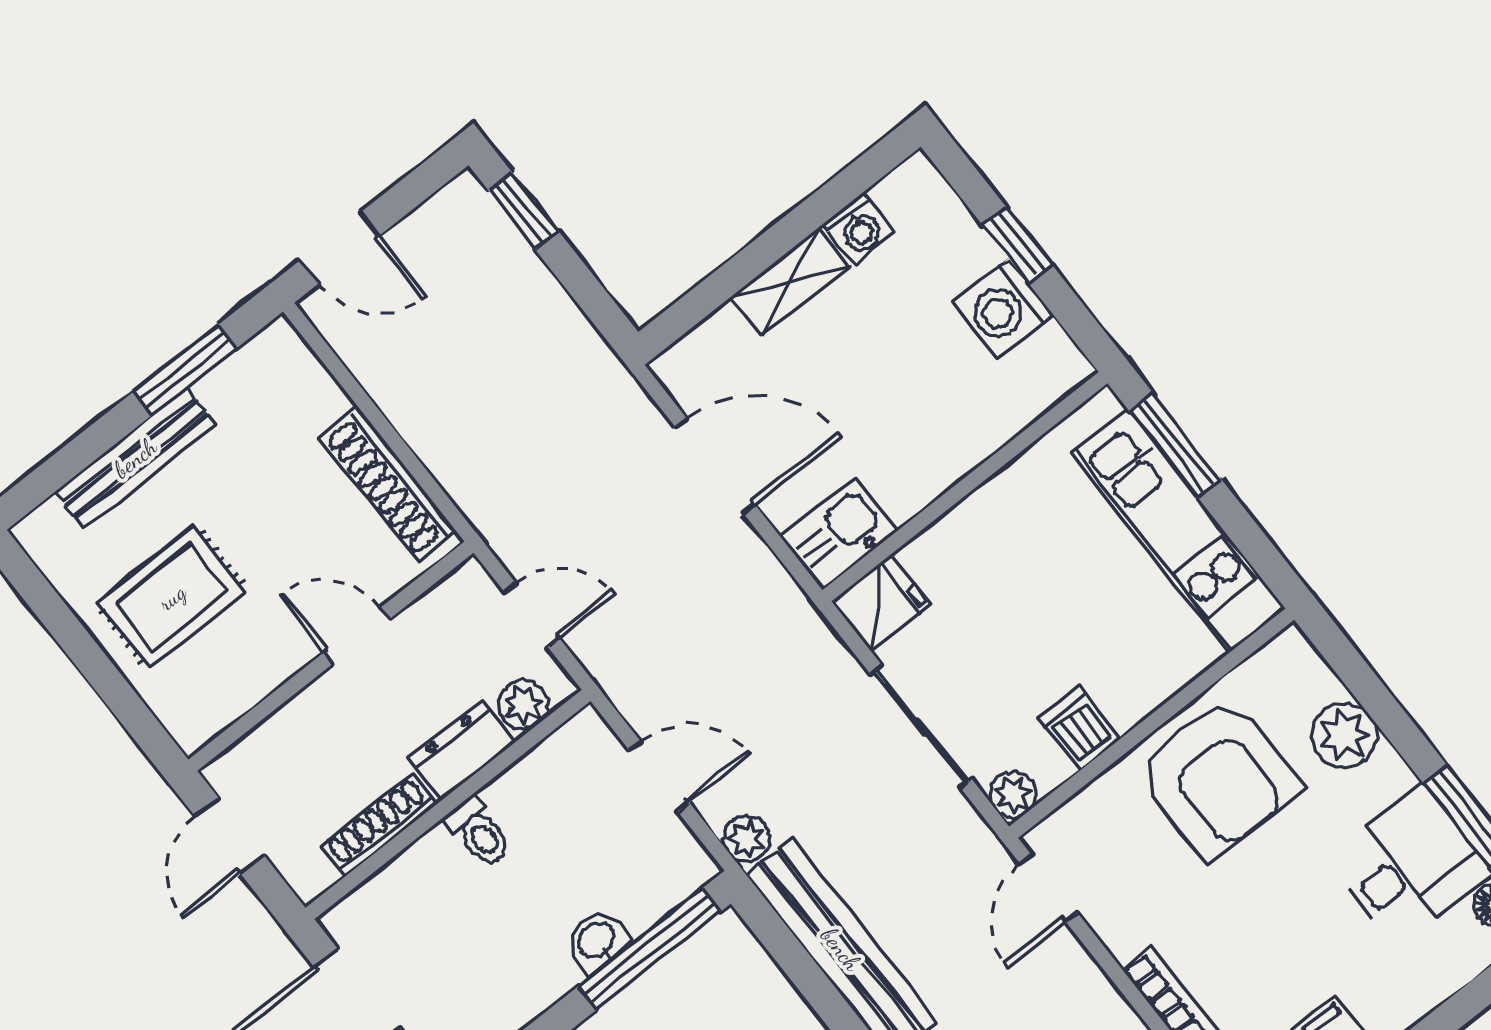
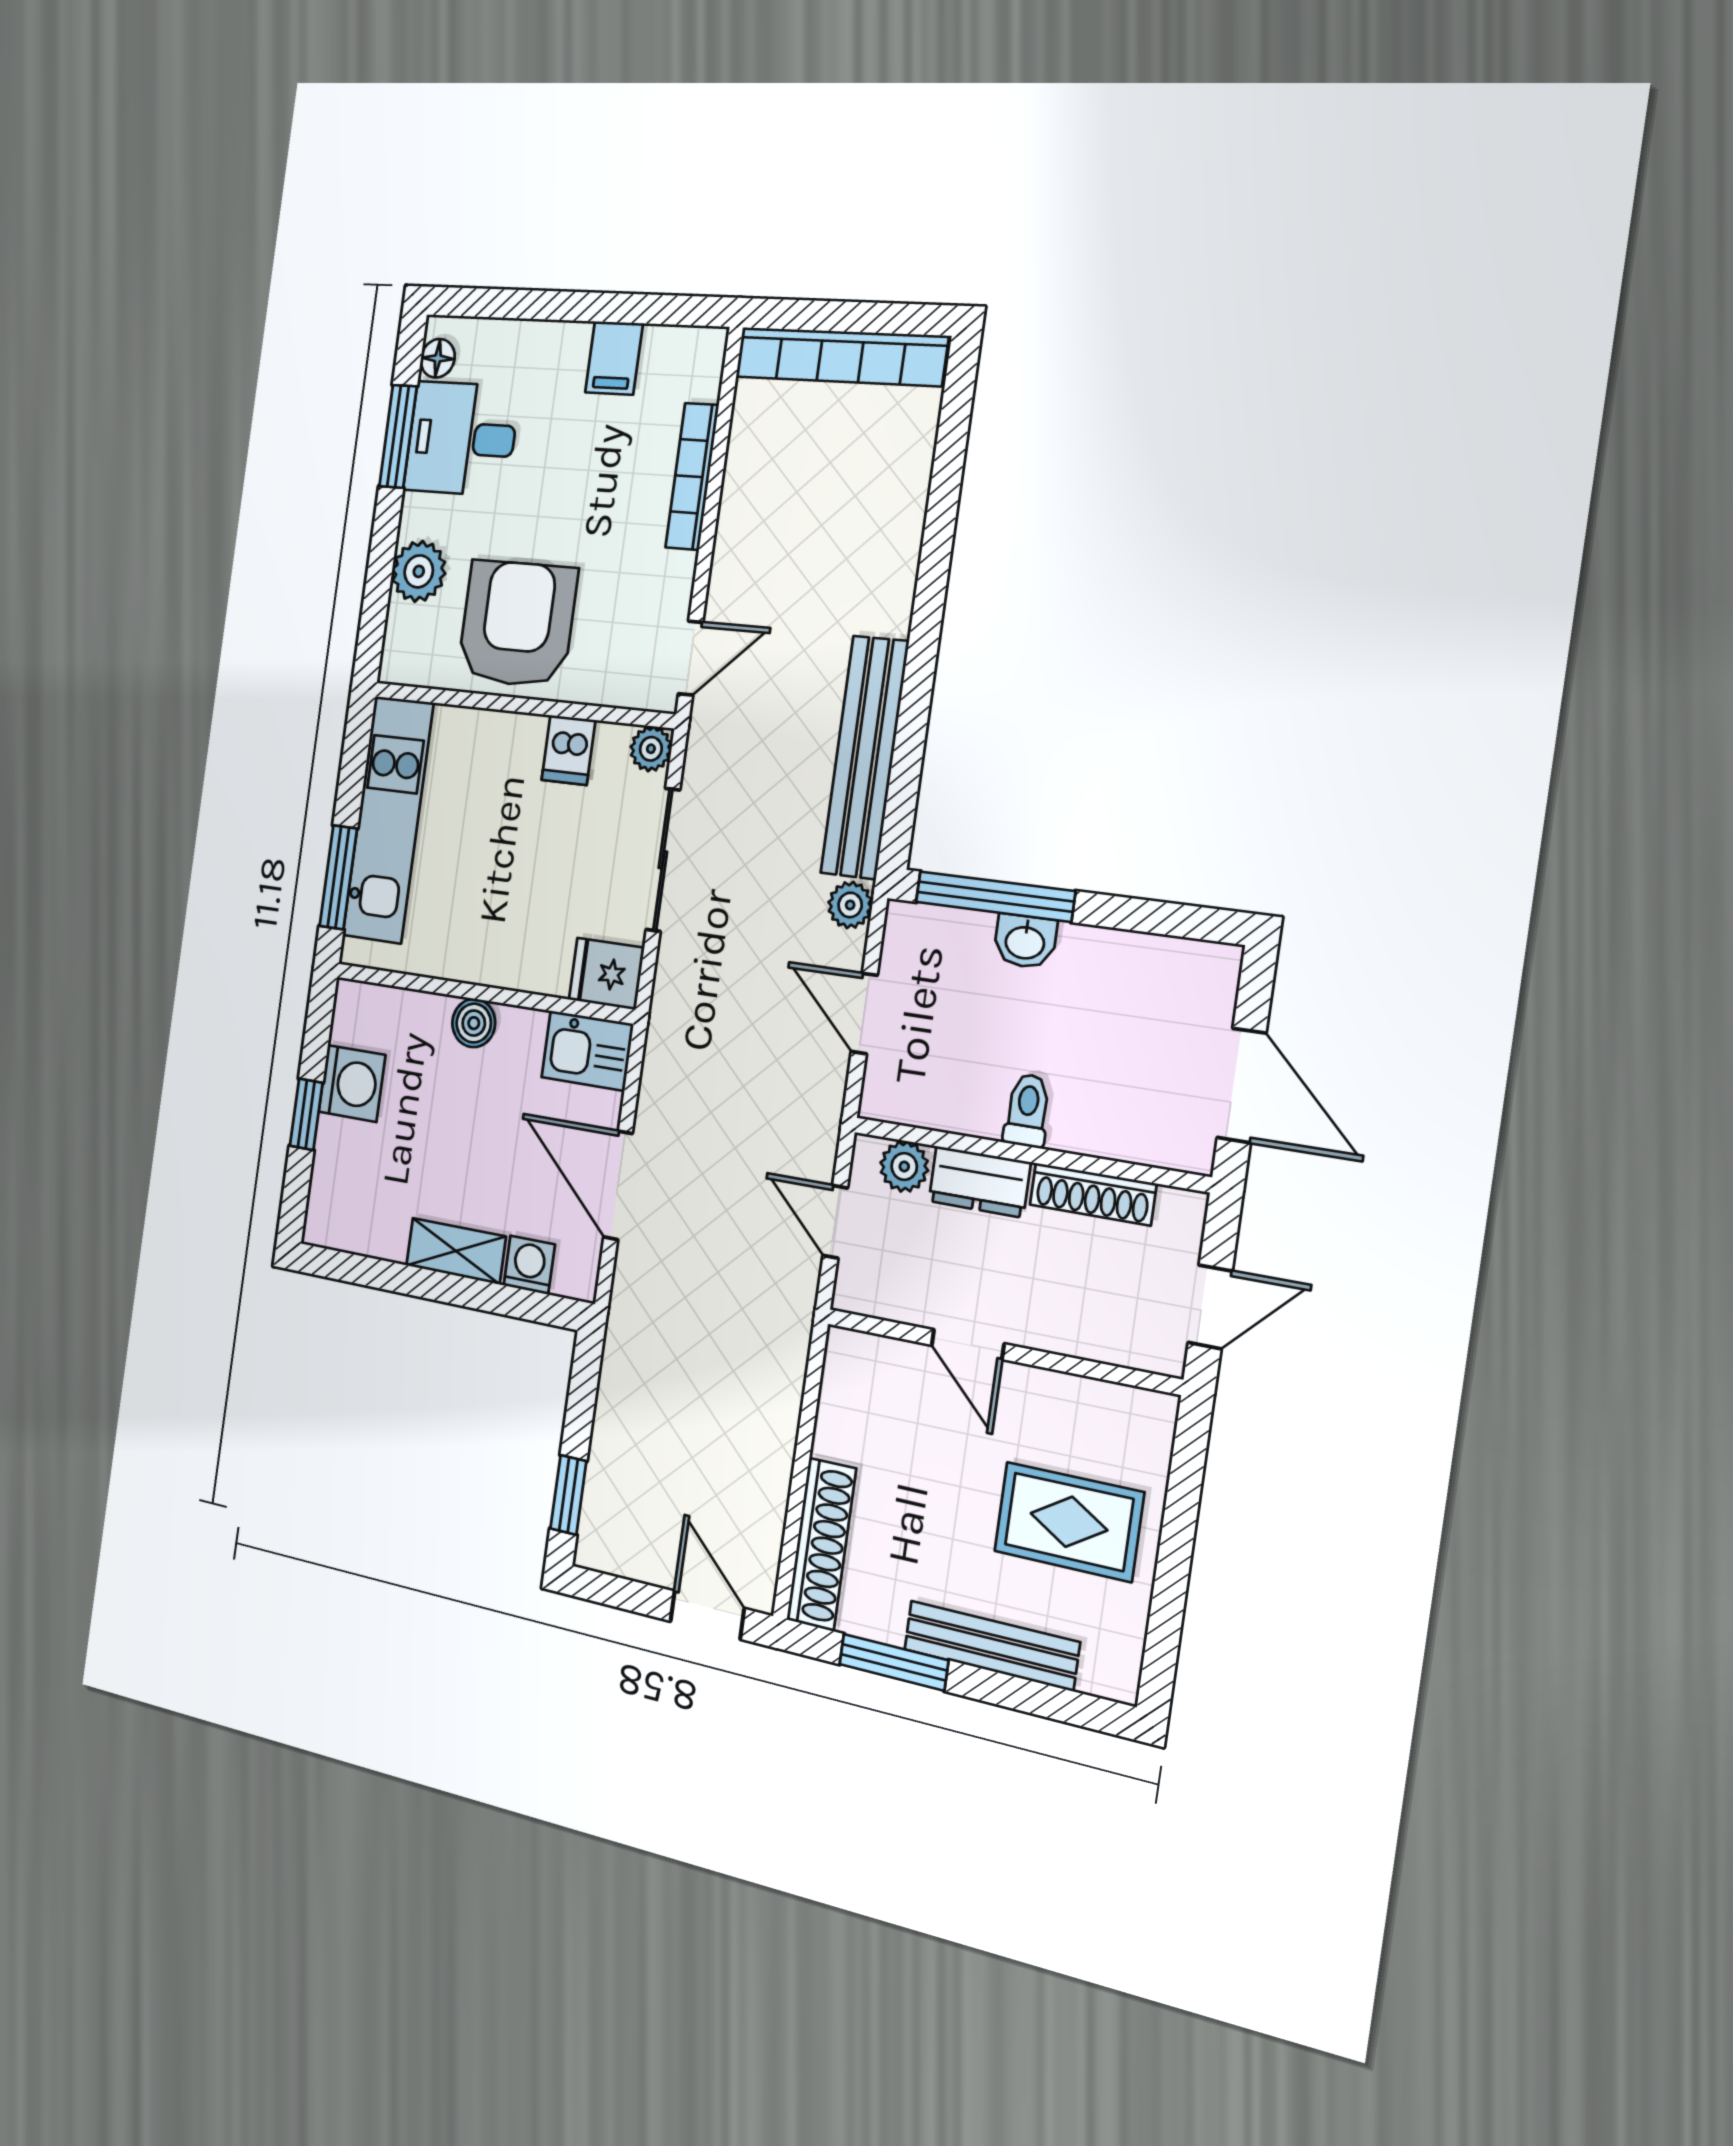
washing machine: (859, 229) -> (529, 1265), moved
boiler: (949, 458) -> (474, 1023), added
shoe rack: (388, 484) -> (821, 1544), moved

